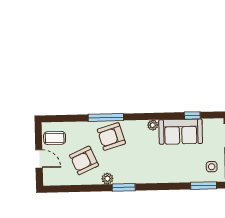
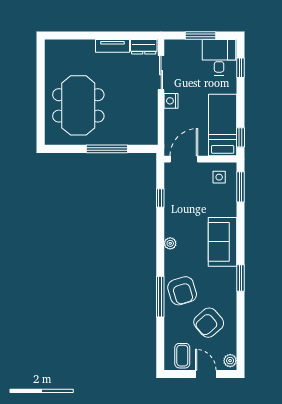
sofa: (181, 132) -> (222, 242), moved, turned 180
door: (39, 159) -> (206, 374), hinge flipped
armchair: (84, 160) -> (209, 323), turned 73
plant: (107, 179) -> (230, 361), moved

